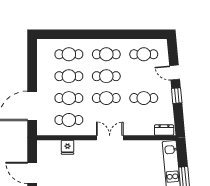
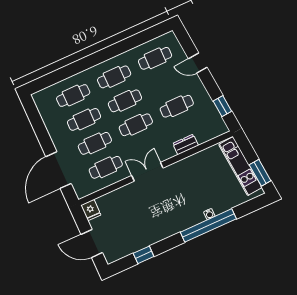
window: (177, 96) -> (222, 106), moved
dresser: (164, 130) -> (186, 144), moved
double door: (110, 138) -> (147, 172), moved
fridge: (68, 147) -> (91, 210), moved

